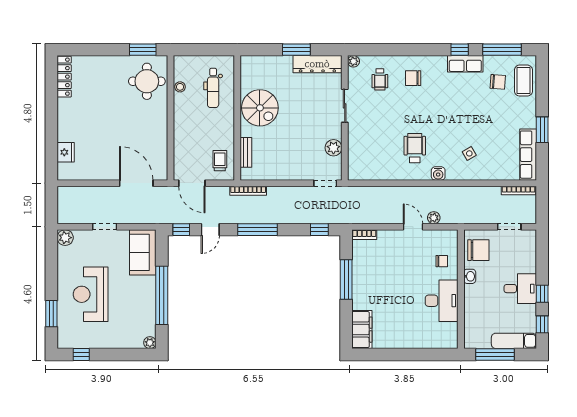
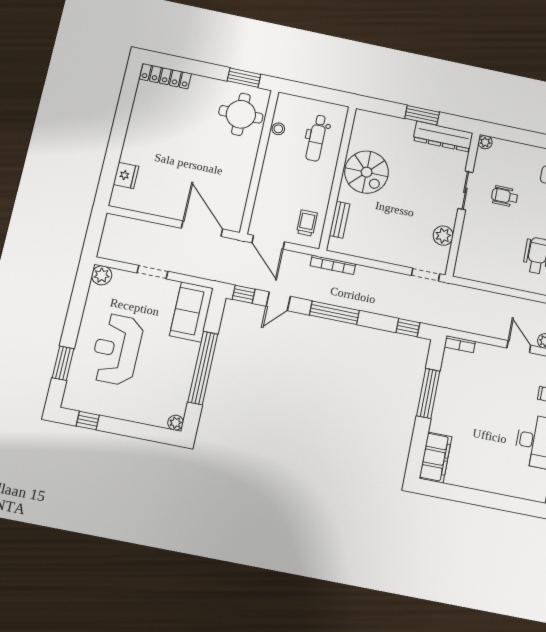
locker: (64, 77) -> (165, 76), moved, turned 90
wheelchair: (380, 79) -> (505, 196), moved, turned 90

